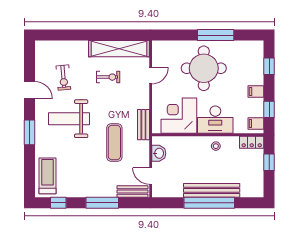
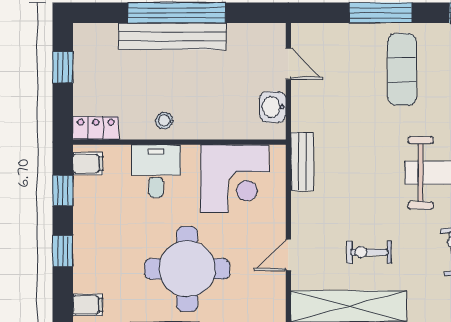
window: (269, 66) -> (63, 251), moved
filing cabinet: (256, 91) -> (88, 305), moved
desk: (215, 120) -> (156, 171), width x0.73
exercise mat: (114, 143) -> (402, 69), moved
window: (269, 162) -> (63, 67), moved
bench: (132, 191) -> (323, 34), removed

